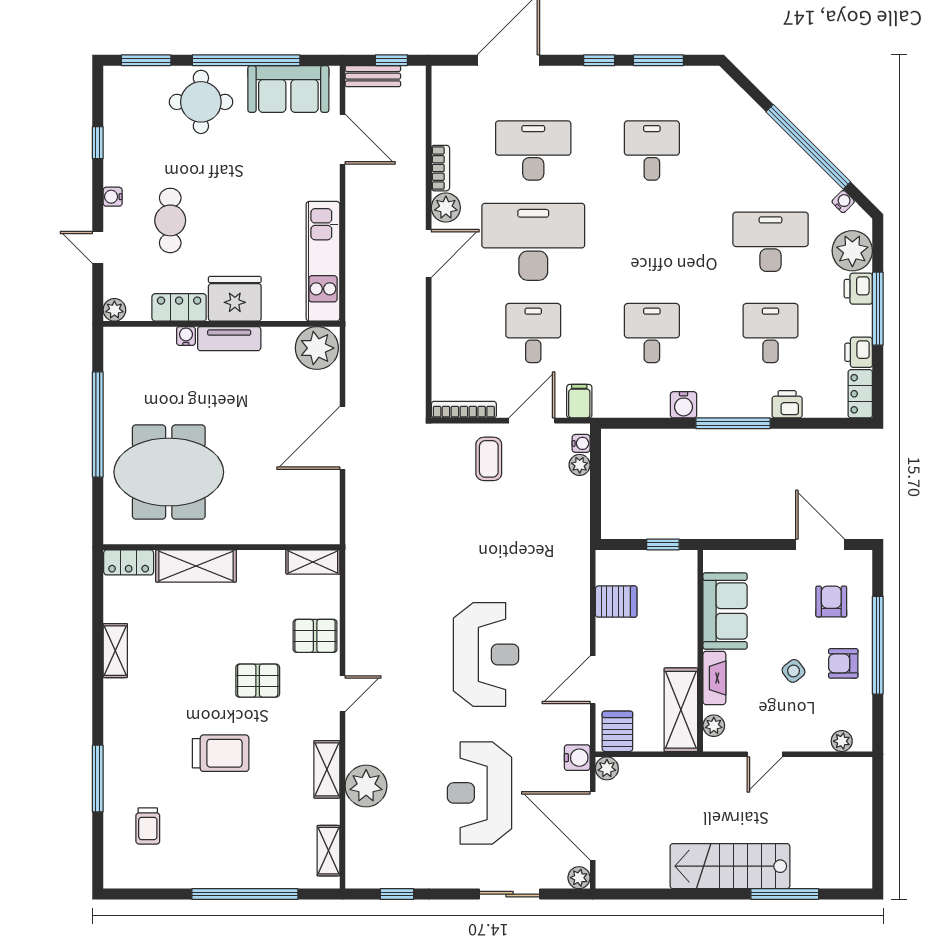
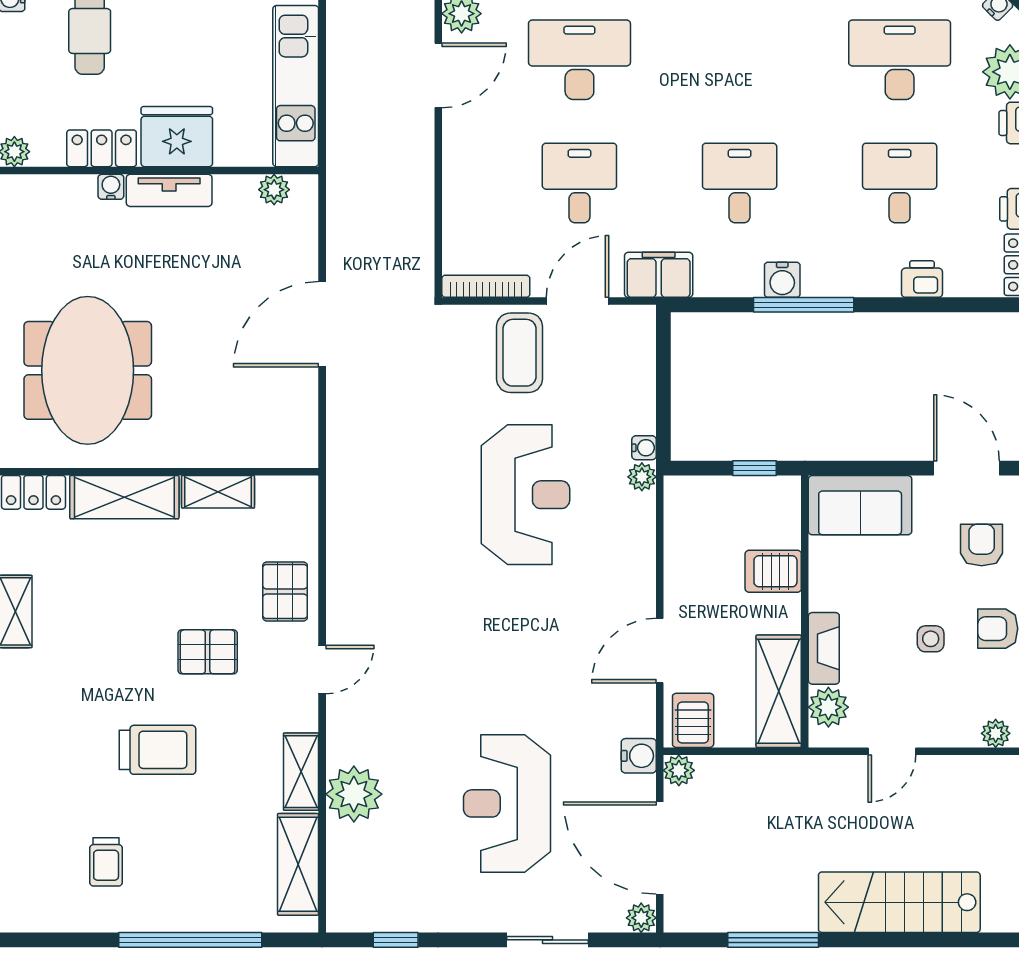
desk: (533, 242) -> (579, 60), width x0.73, depth x0.77
plant: (317, 348) -> (274, 190), width x0.53, depth x0.53
filing cabinet: (579, 401) -> (659, 275), width x2.00
window: (733, 423) -> (804, 305), moved
water cooler: (581, 443) -> (644, 448), moved
coffee table: (489, 459) -> (519, 353), width x1.36, depth x1.30
plant: (580, 465) -> (642, 477), moved
meeting table: (169, 472) -> (88, 370), turned 90
shelving: (313, 562) -> (218, 492), moved
server rack: (616, 602) -> (773, 571), moved, turned 180
sofa: (725, 611) -> (860, 505), moved, turned 90
pallet: (315, 636) -> (285, 591), turned 90
reception desk: (486, 654) -> (526, 495), moved
side table: (794, 671) -> (931, 639), turned 38
plant: (714, 726) -> (828, 707), width x1.38, depth x1.38
trolley: (148, 826) -> (106, 862), moved
shelving: (329, 851) -> (298, 864), width x1.50, depth x1.33
stairs: (730, 866) -> (899, 902), moved
window: (785, 894) -> (773, 940), moved

